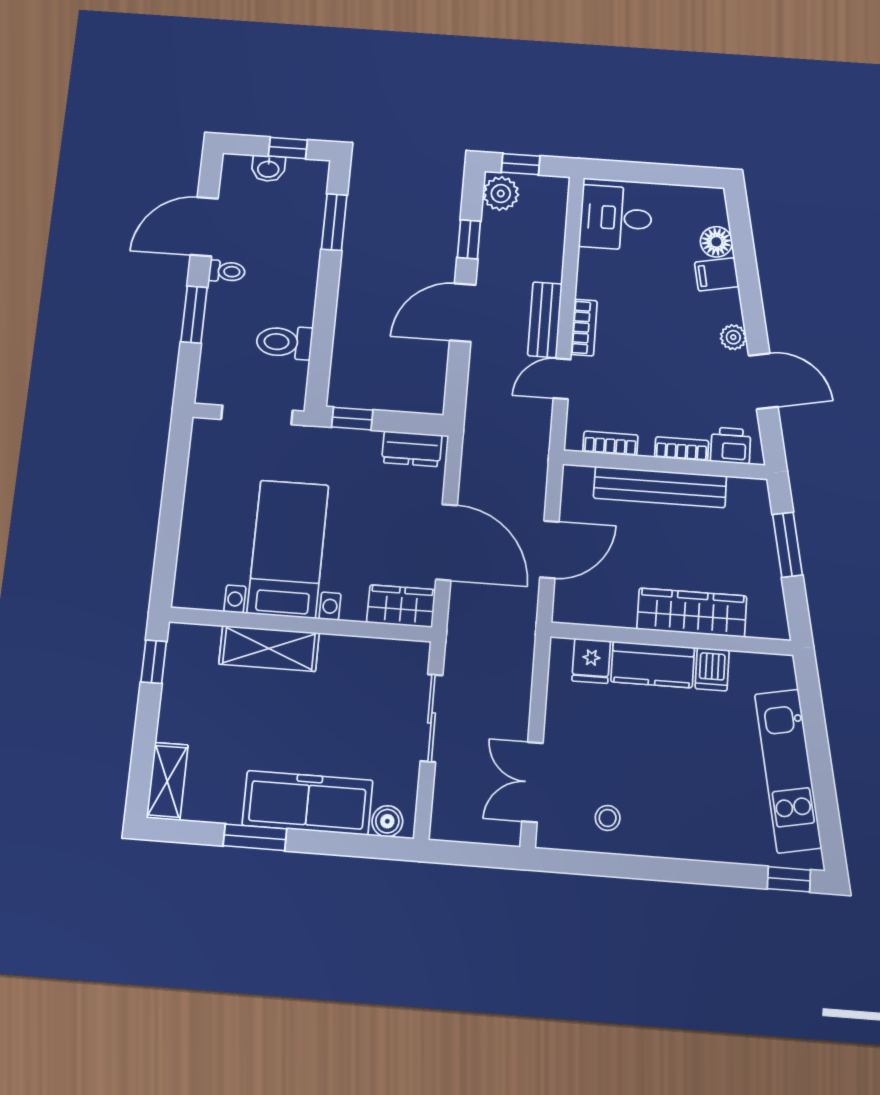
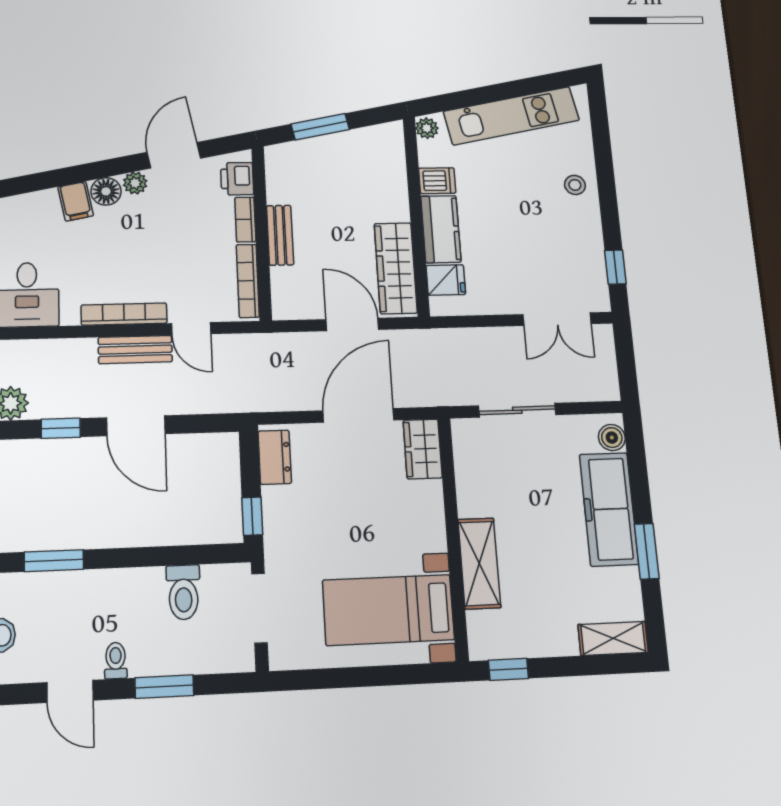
door: (204, 227) -> (70, 691), width x0.73
floor lamp: (716, 242) -> (106, 191), moved
bookcase: (584, 328) -> (124, 314), width x1.56
bookcase: (610, 443) -> (248, 281), width x1.56
bench: (660, 487) -> (280, 235), width x0.54, depth x0.82
bed with nightstands: (288, 549) -> (388, 610), moved
wardrobe: (692, 613) -> (396, 268), moved
plant: (778, 667) -> (427, 128), added
stool: (608, 818) -> (575, 185), moved
window: (789, 879) -> (615, 267), moved

